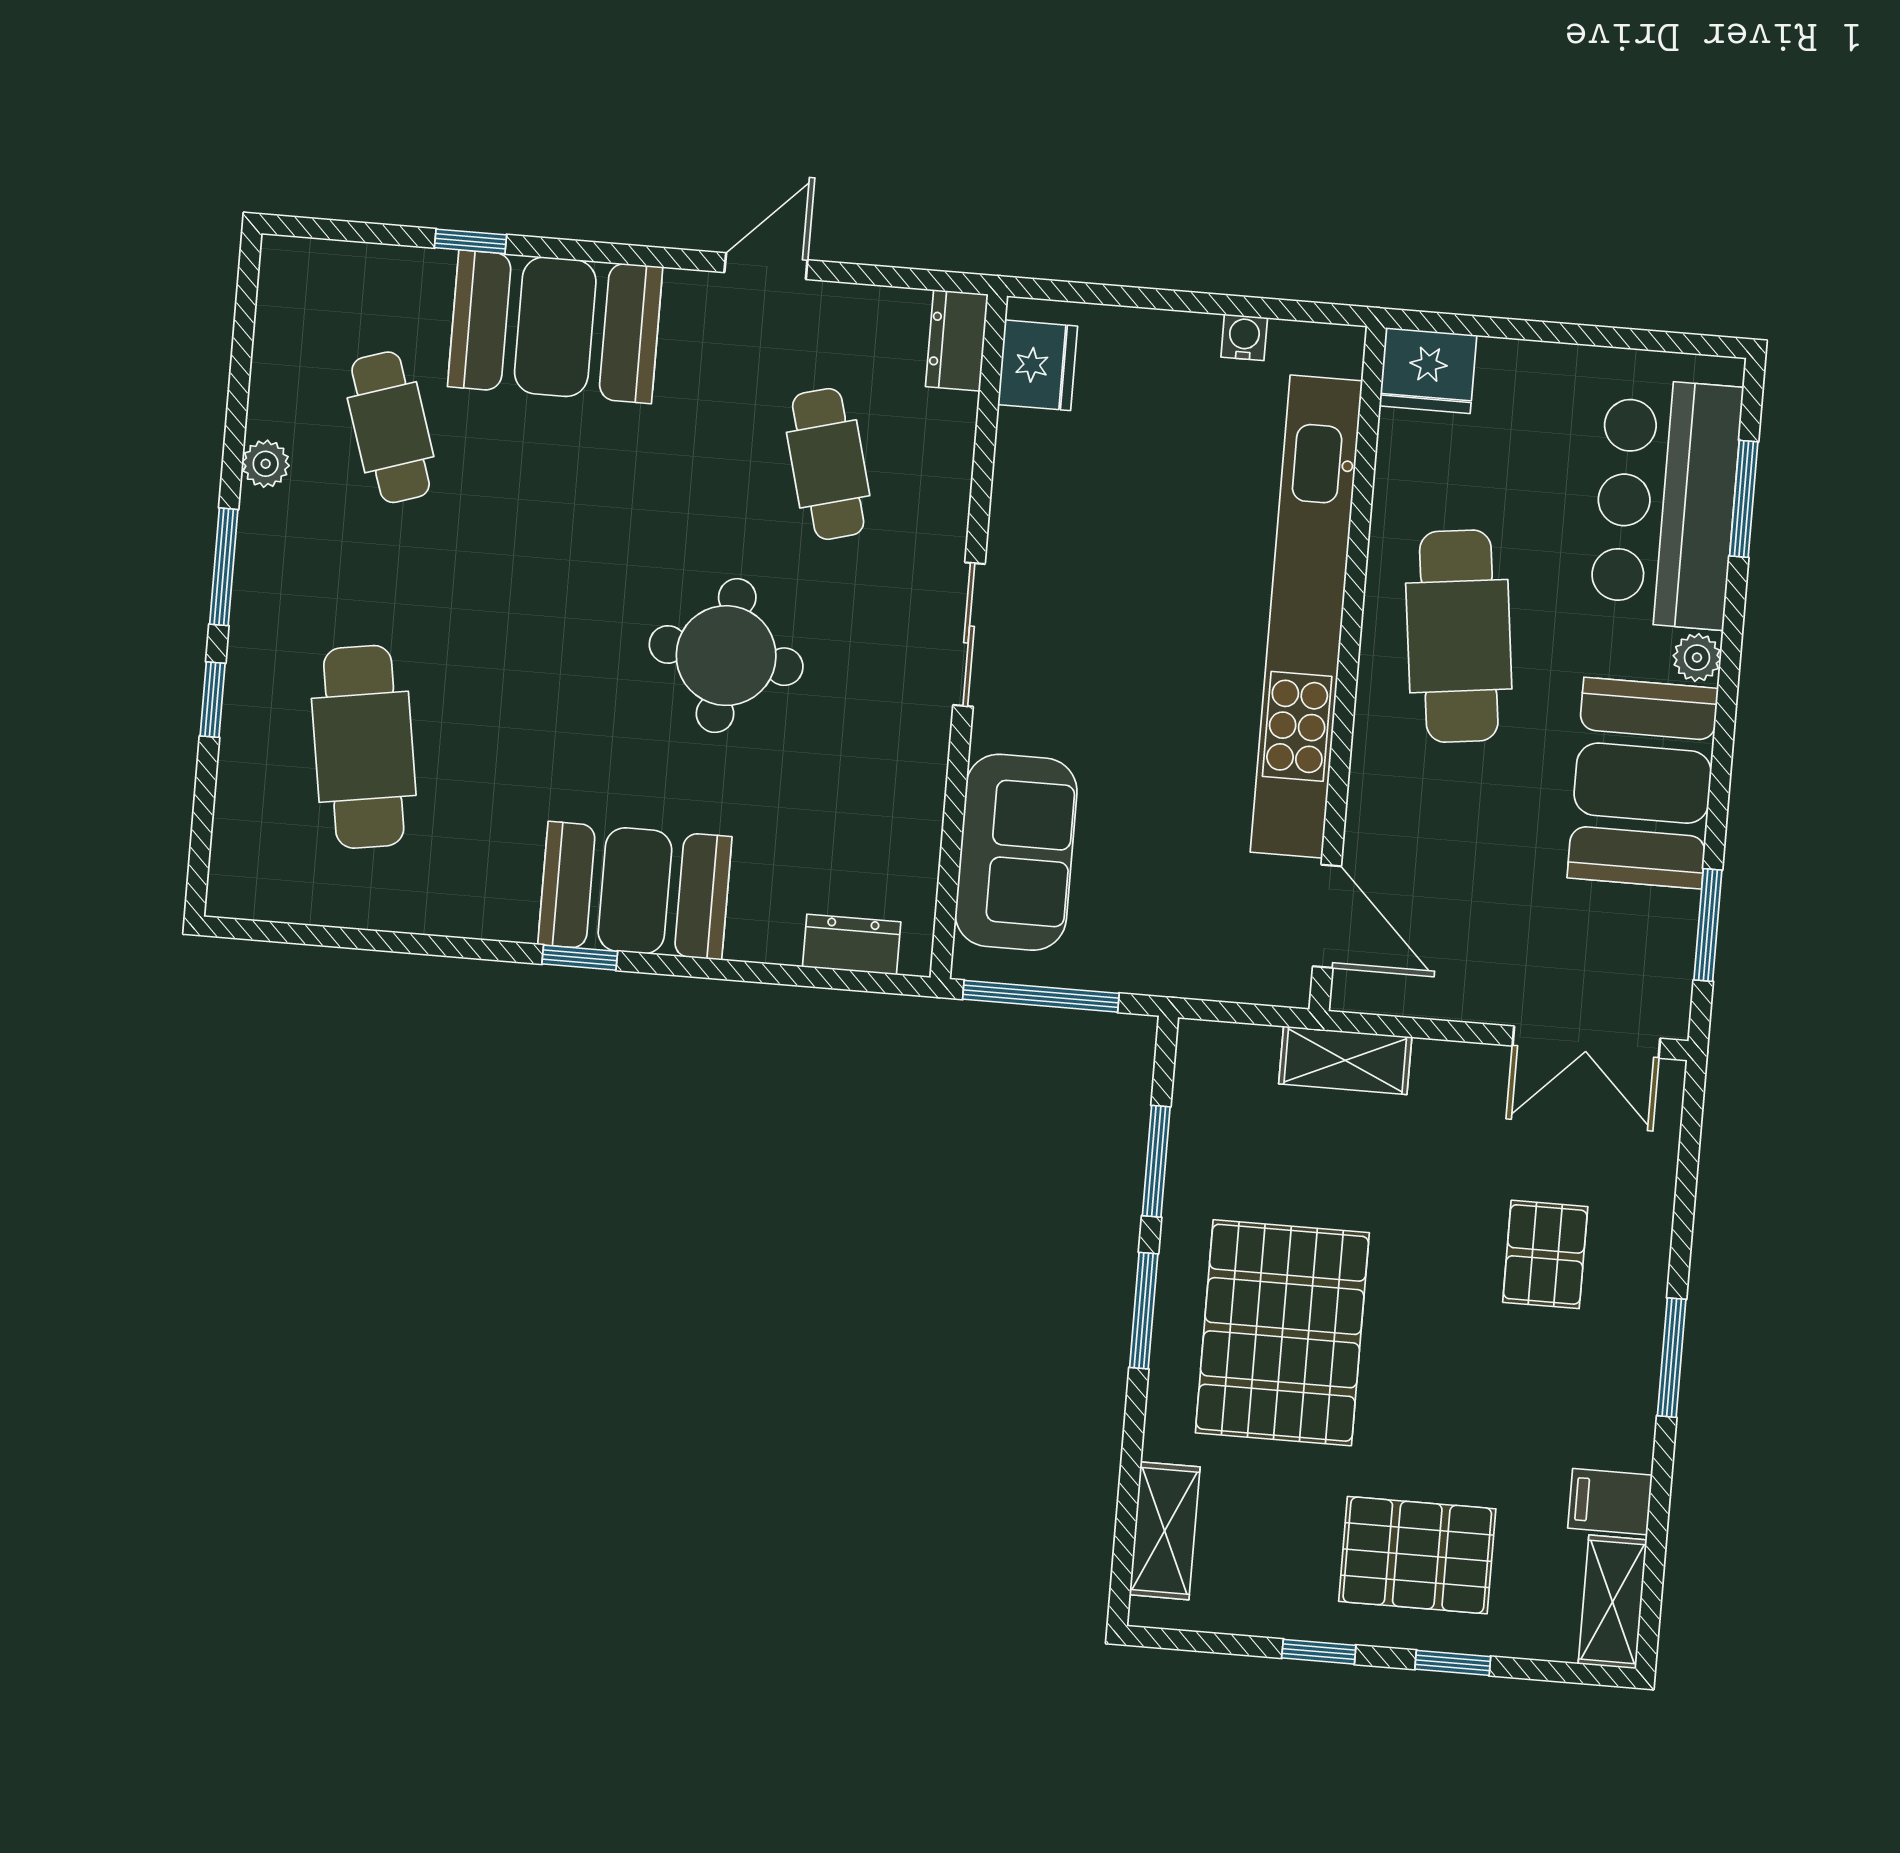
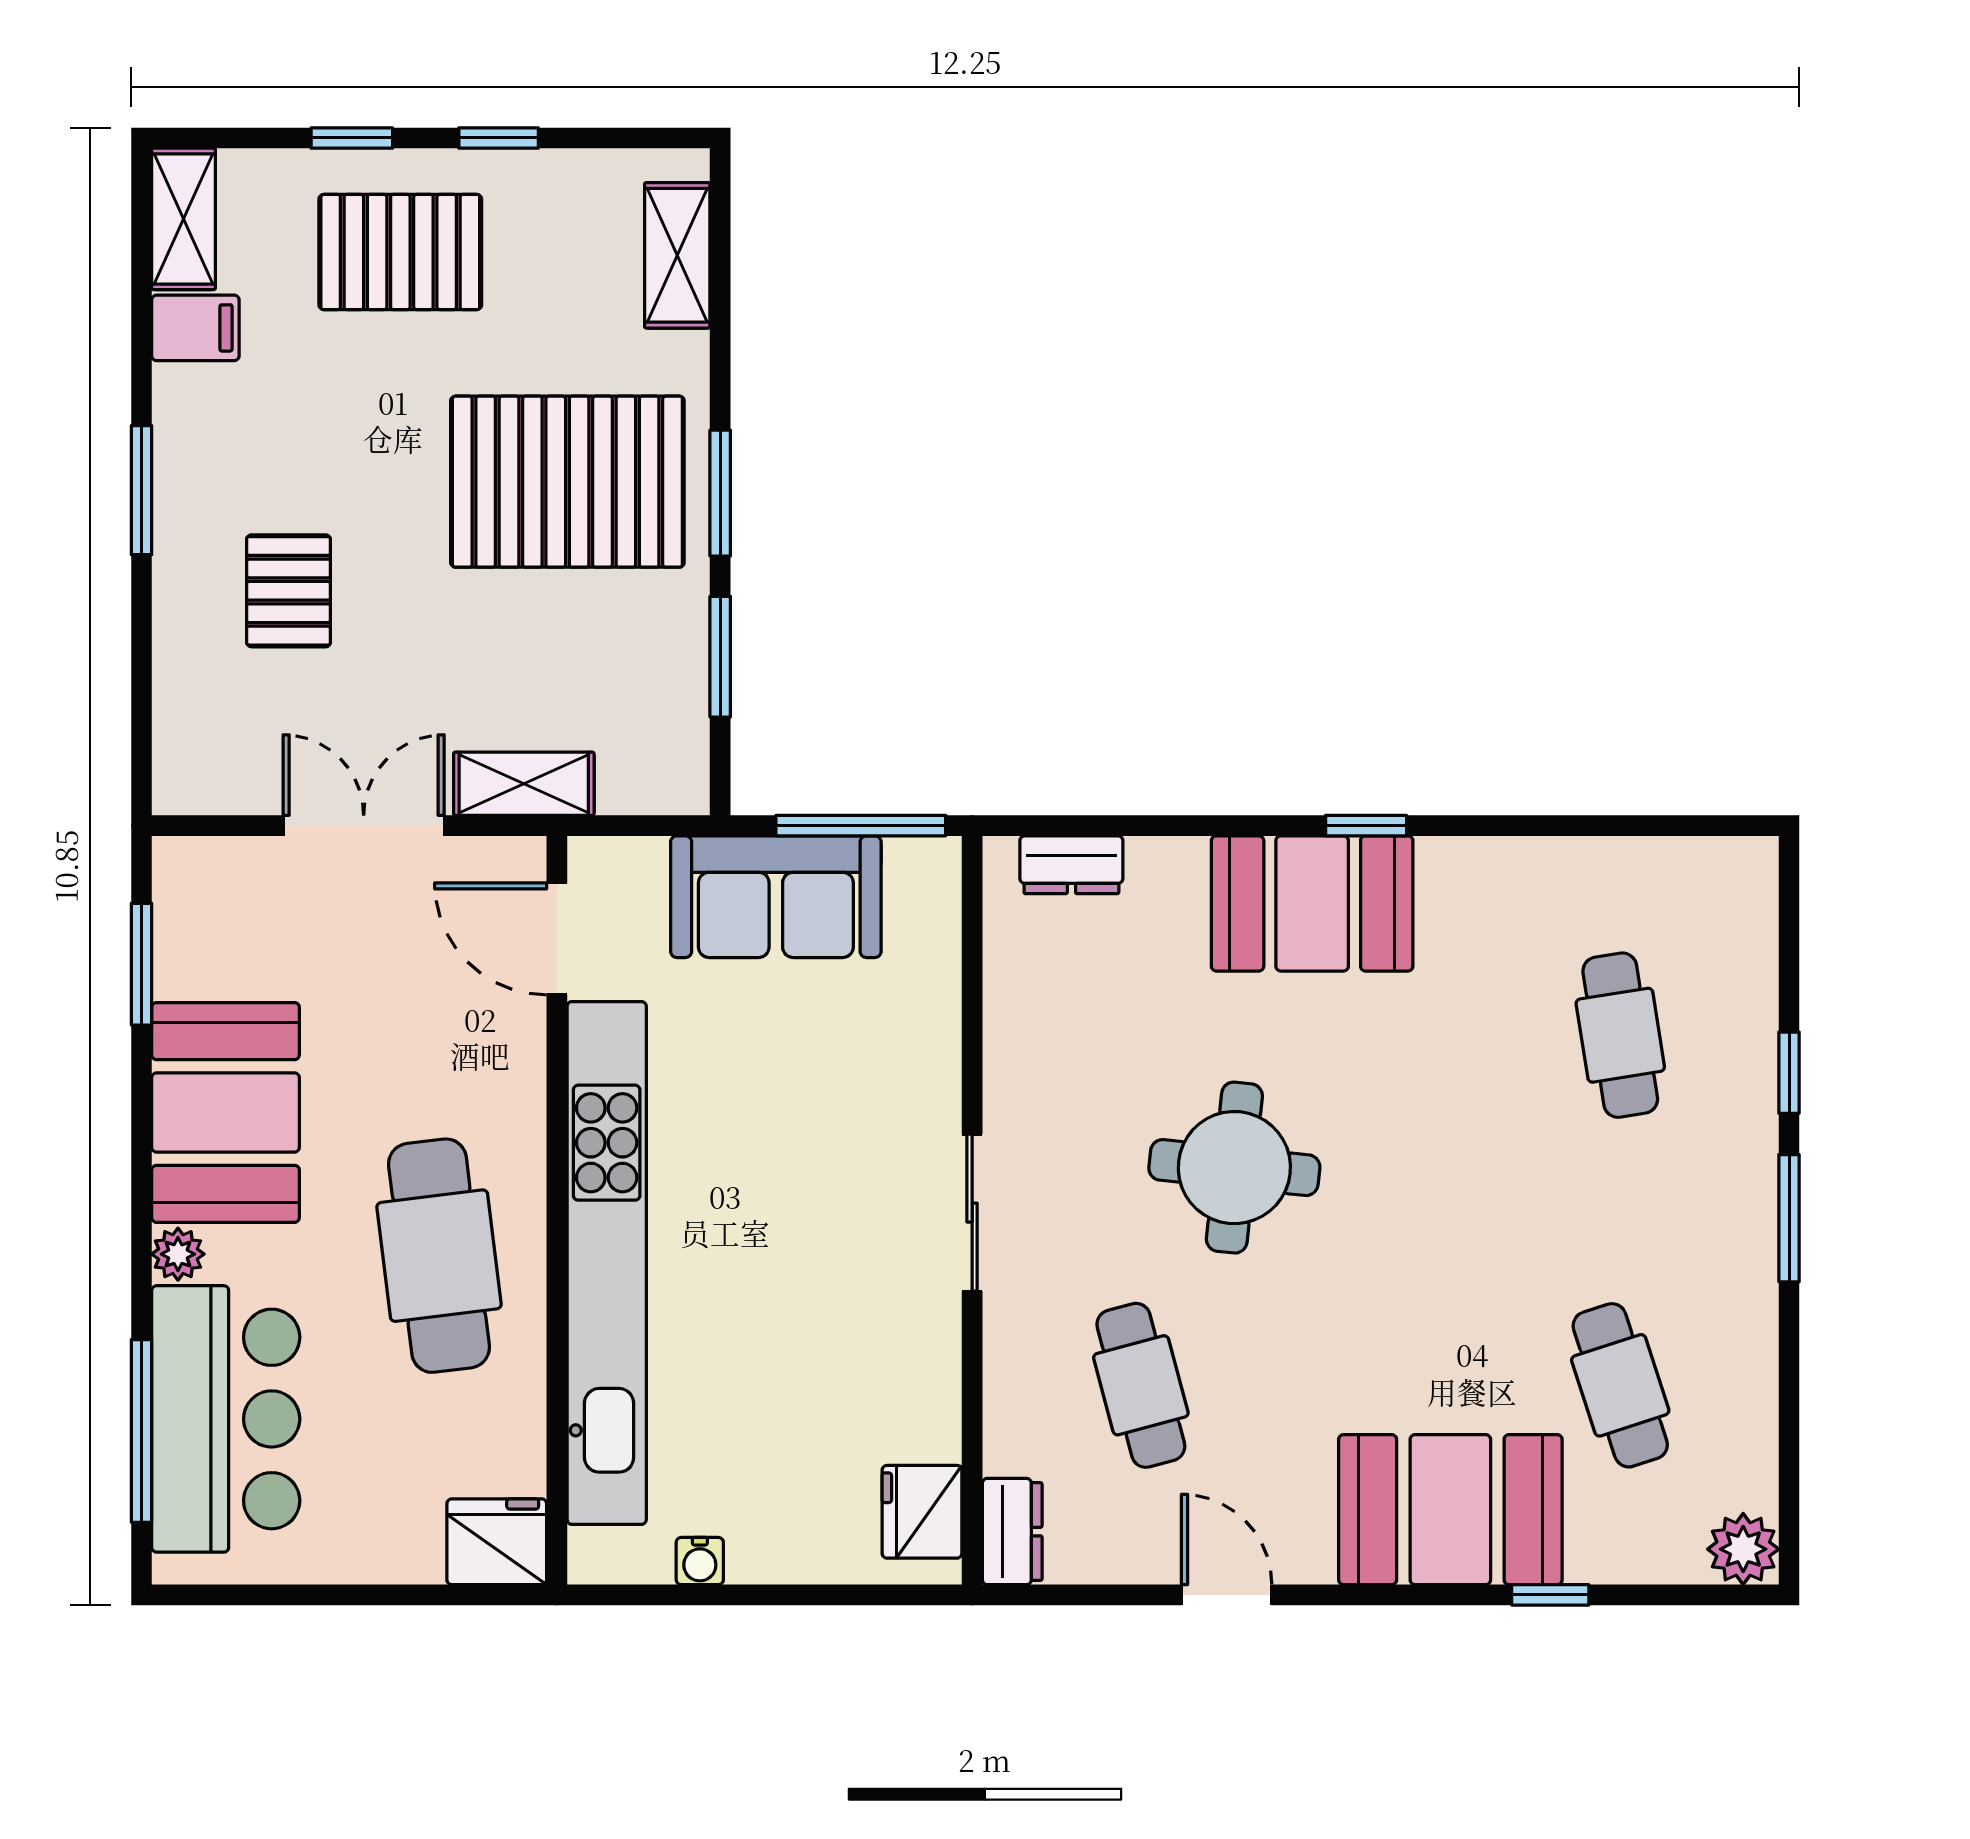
door: (766, 266) -> (1227, 1595), swing flipped
plant: (266, 464) -> (1743, 1549), moved, width x1.38, depth x1.38
window: (1744, 499) -> (142, 1431), width x1.44
cafe table: (364, 747) -> (1620, 1035), width x0.73, depth x0.74
sofa: (1016, 852) -> (776, 897), moved, turned -90
double door: (1586, 1042) -> (364, 826), moved
pallet: (1282, 1333) -> (567, 482), turned 90

